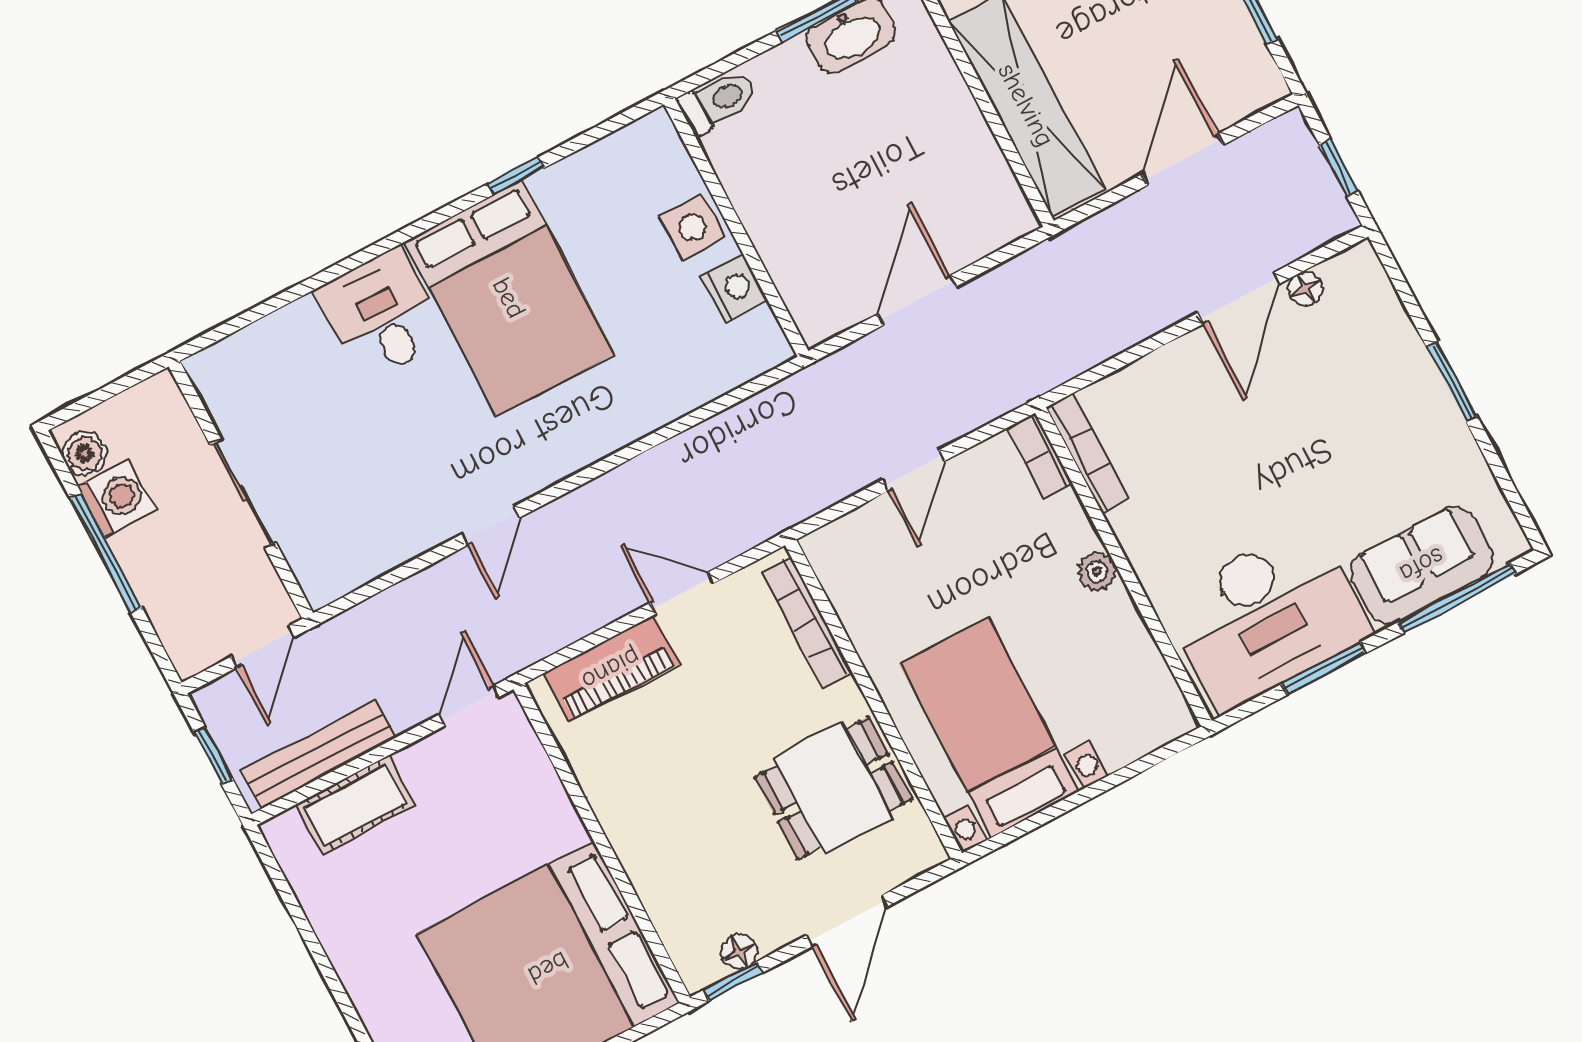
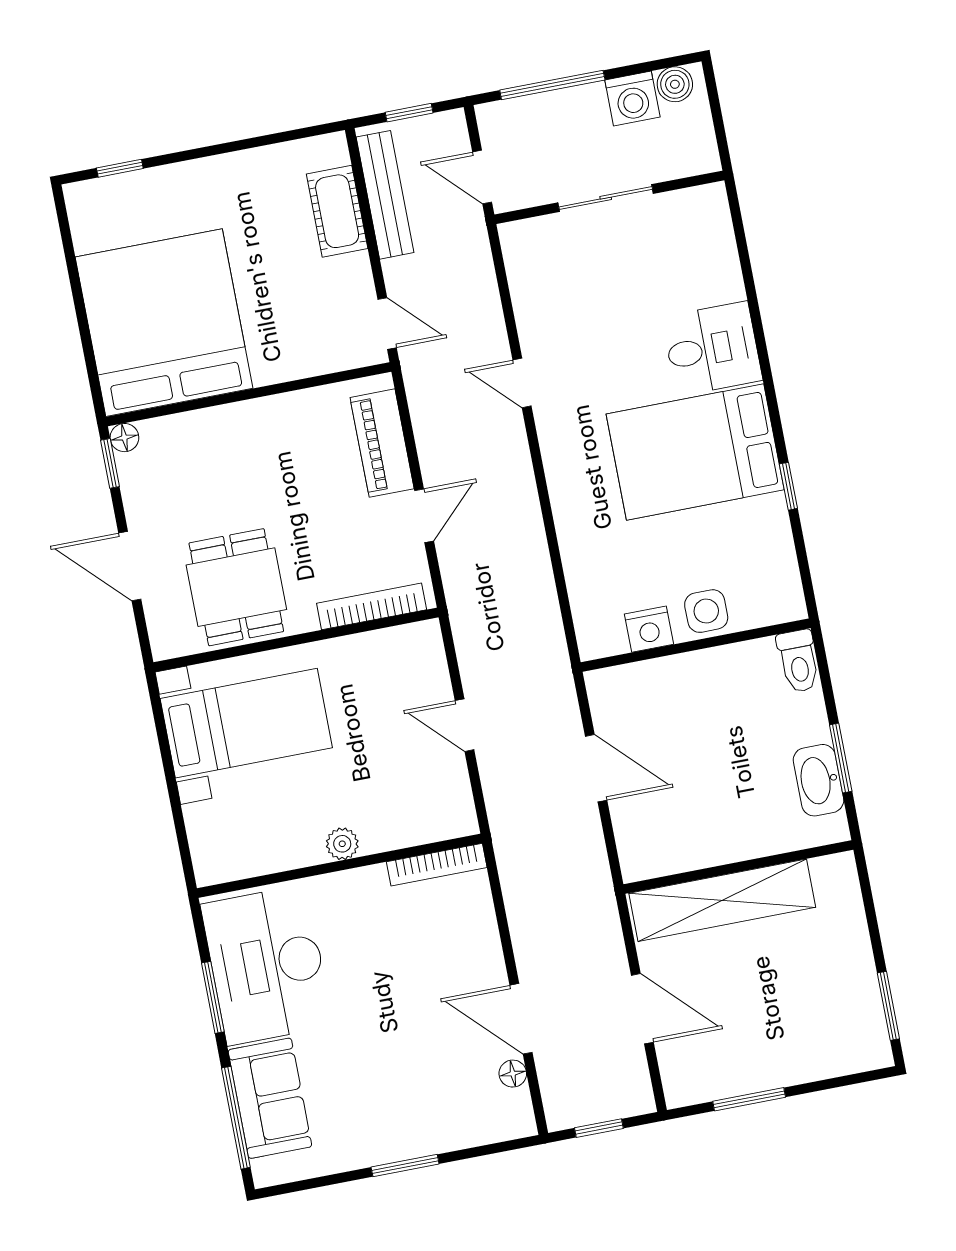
bookcase: (1040, 456) -> (446, 827), removed
window: (106, 553) -> (552, 85), moved
floor lamp: (739, 952) -> (124, 438), moved

